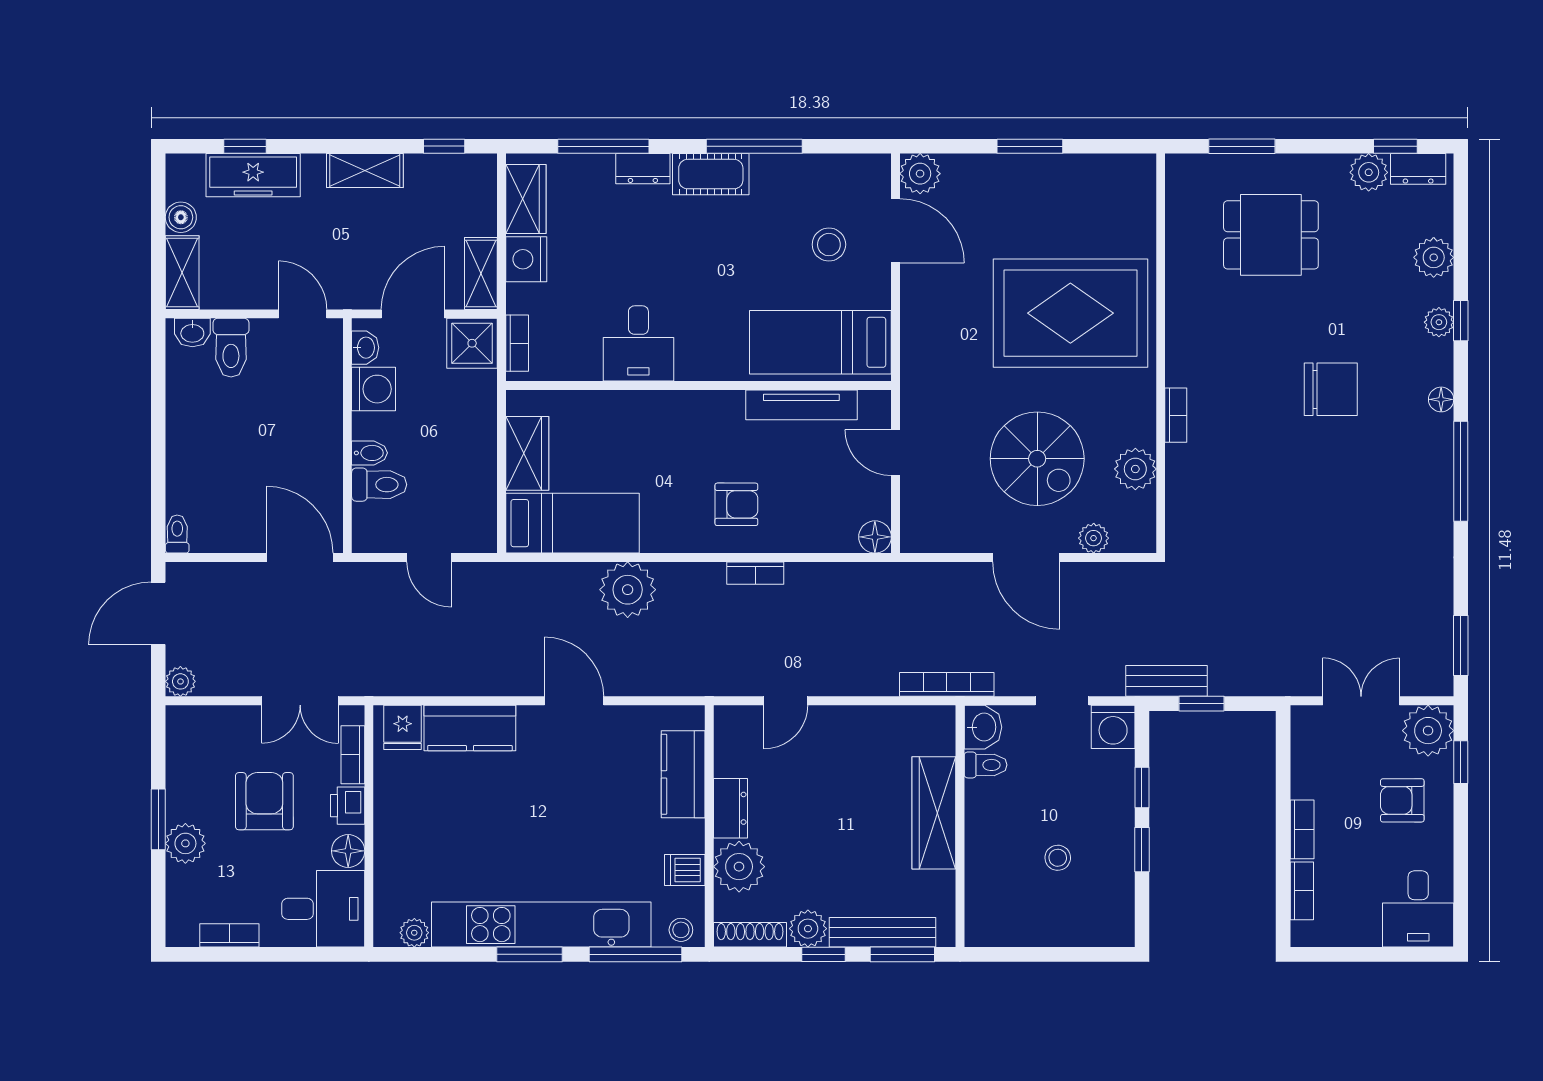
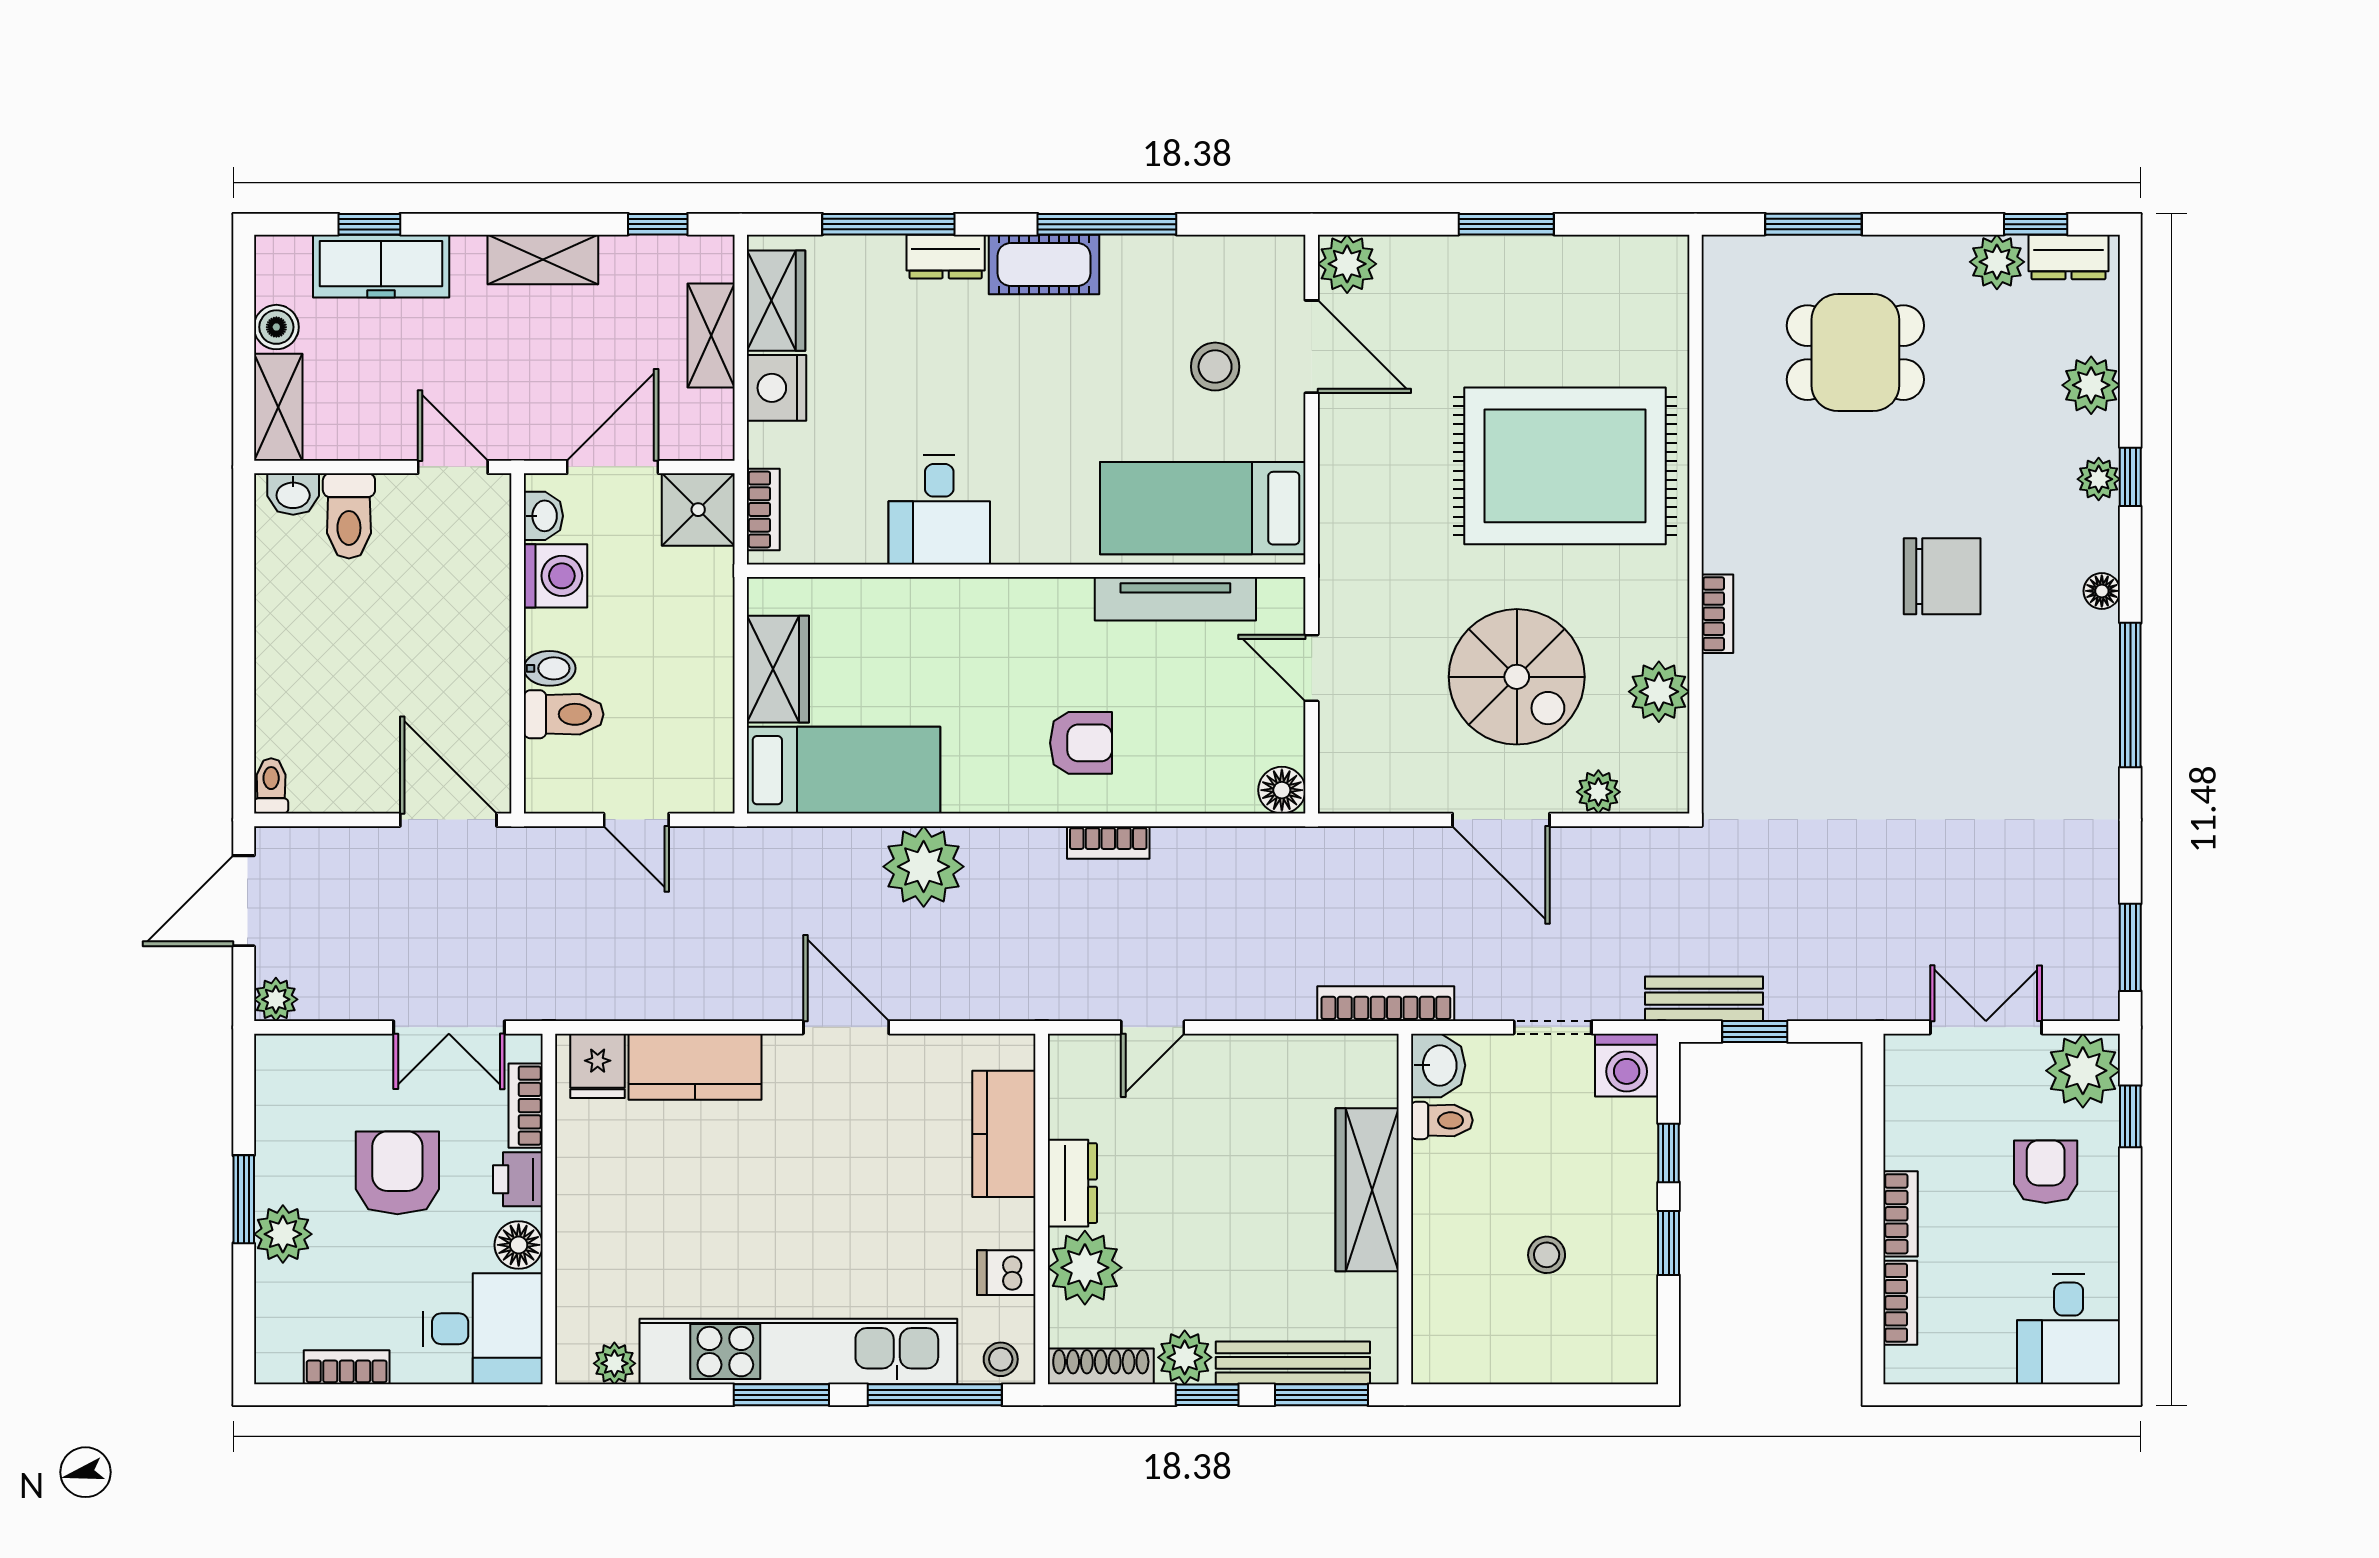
shelving: (481, 274) -> (711, 336), moved
armchair: (1402, 800) -> (2046, 1172), turned 90

